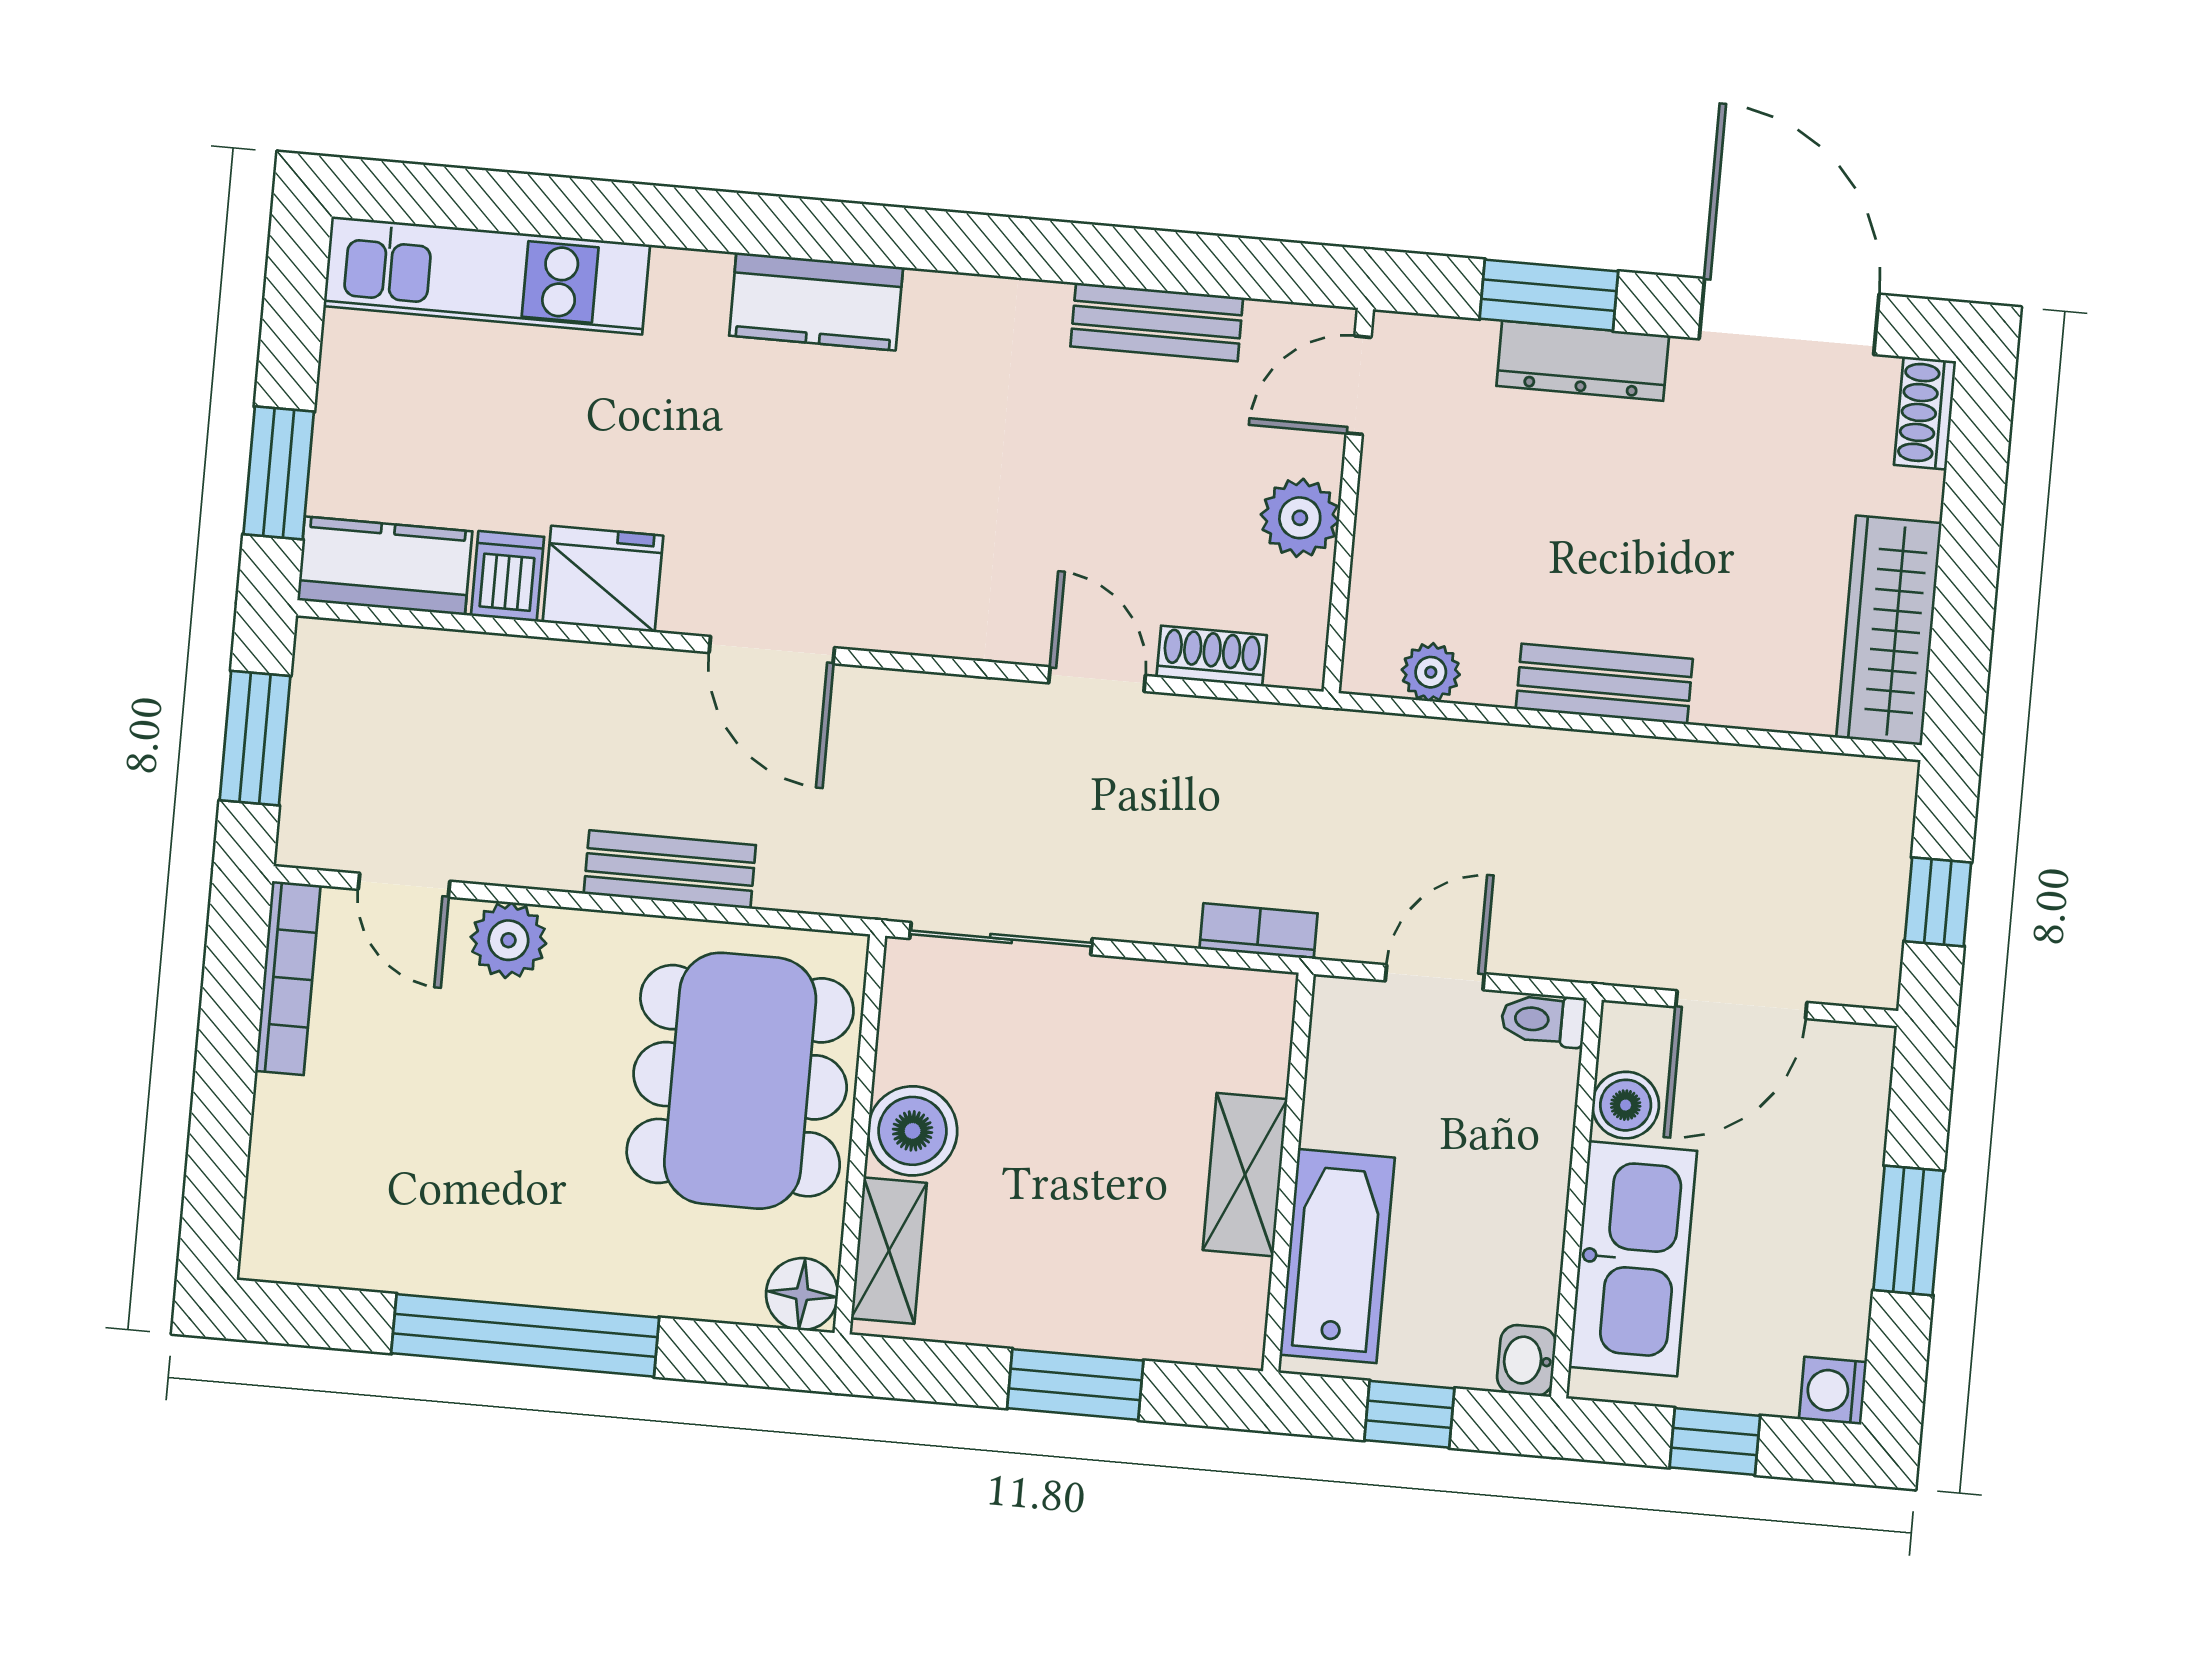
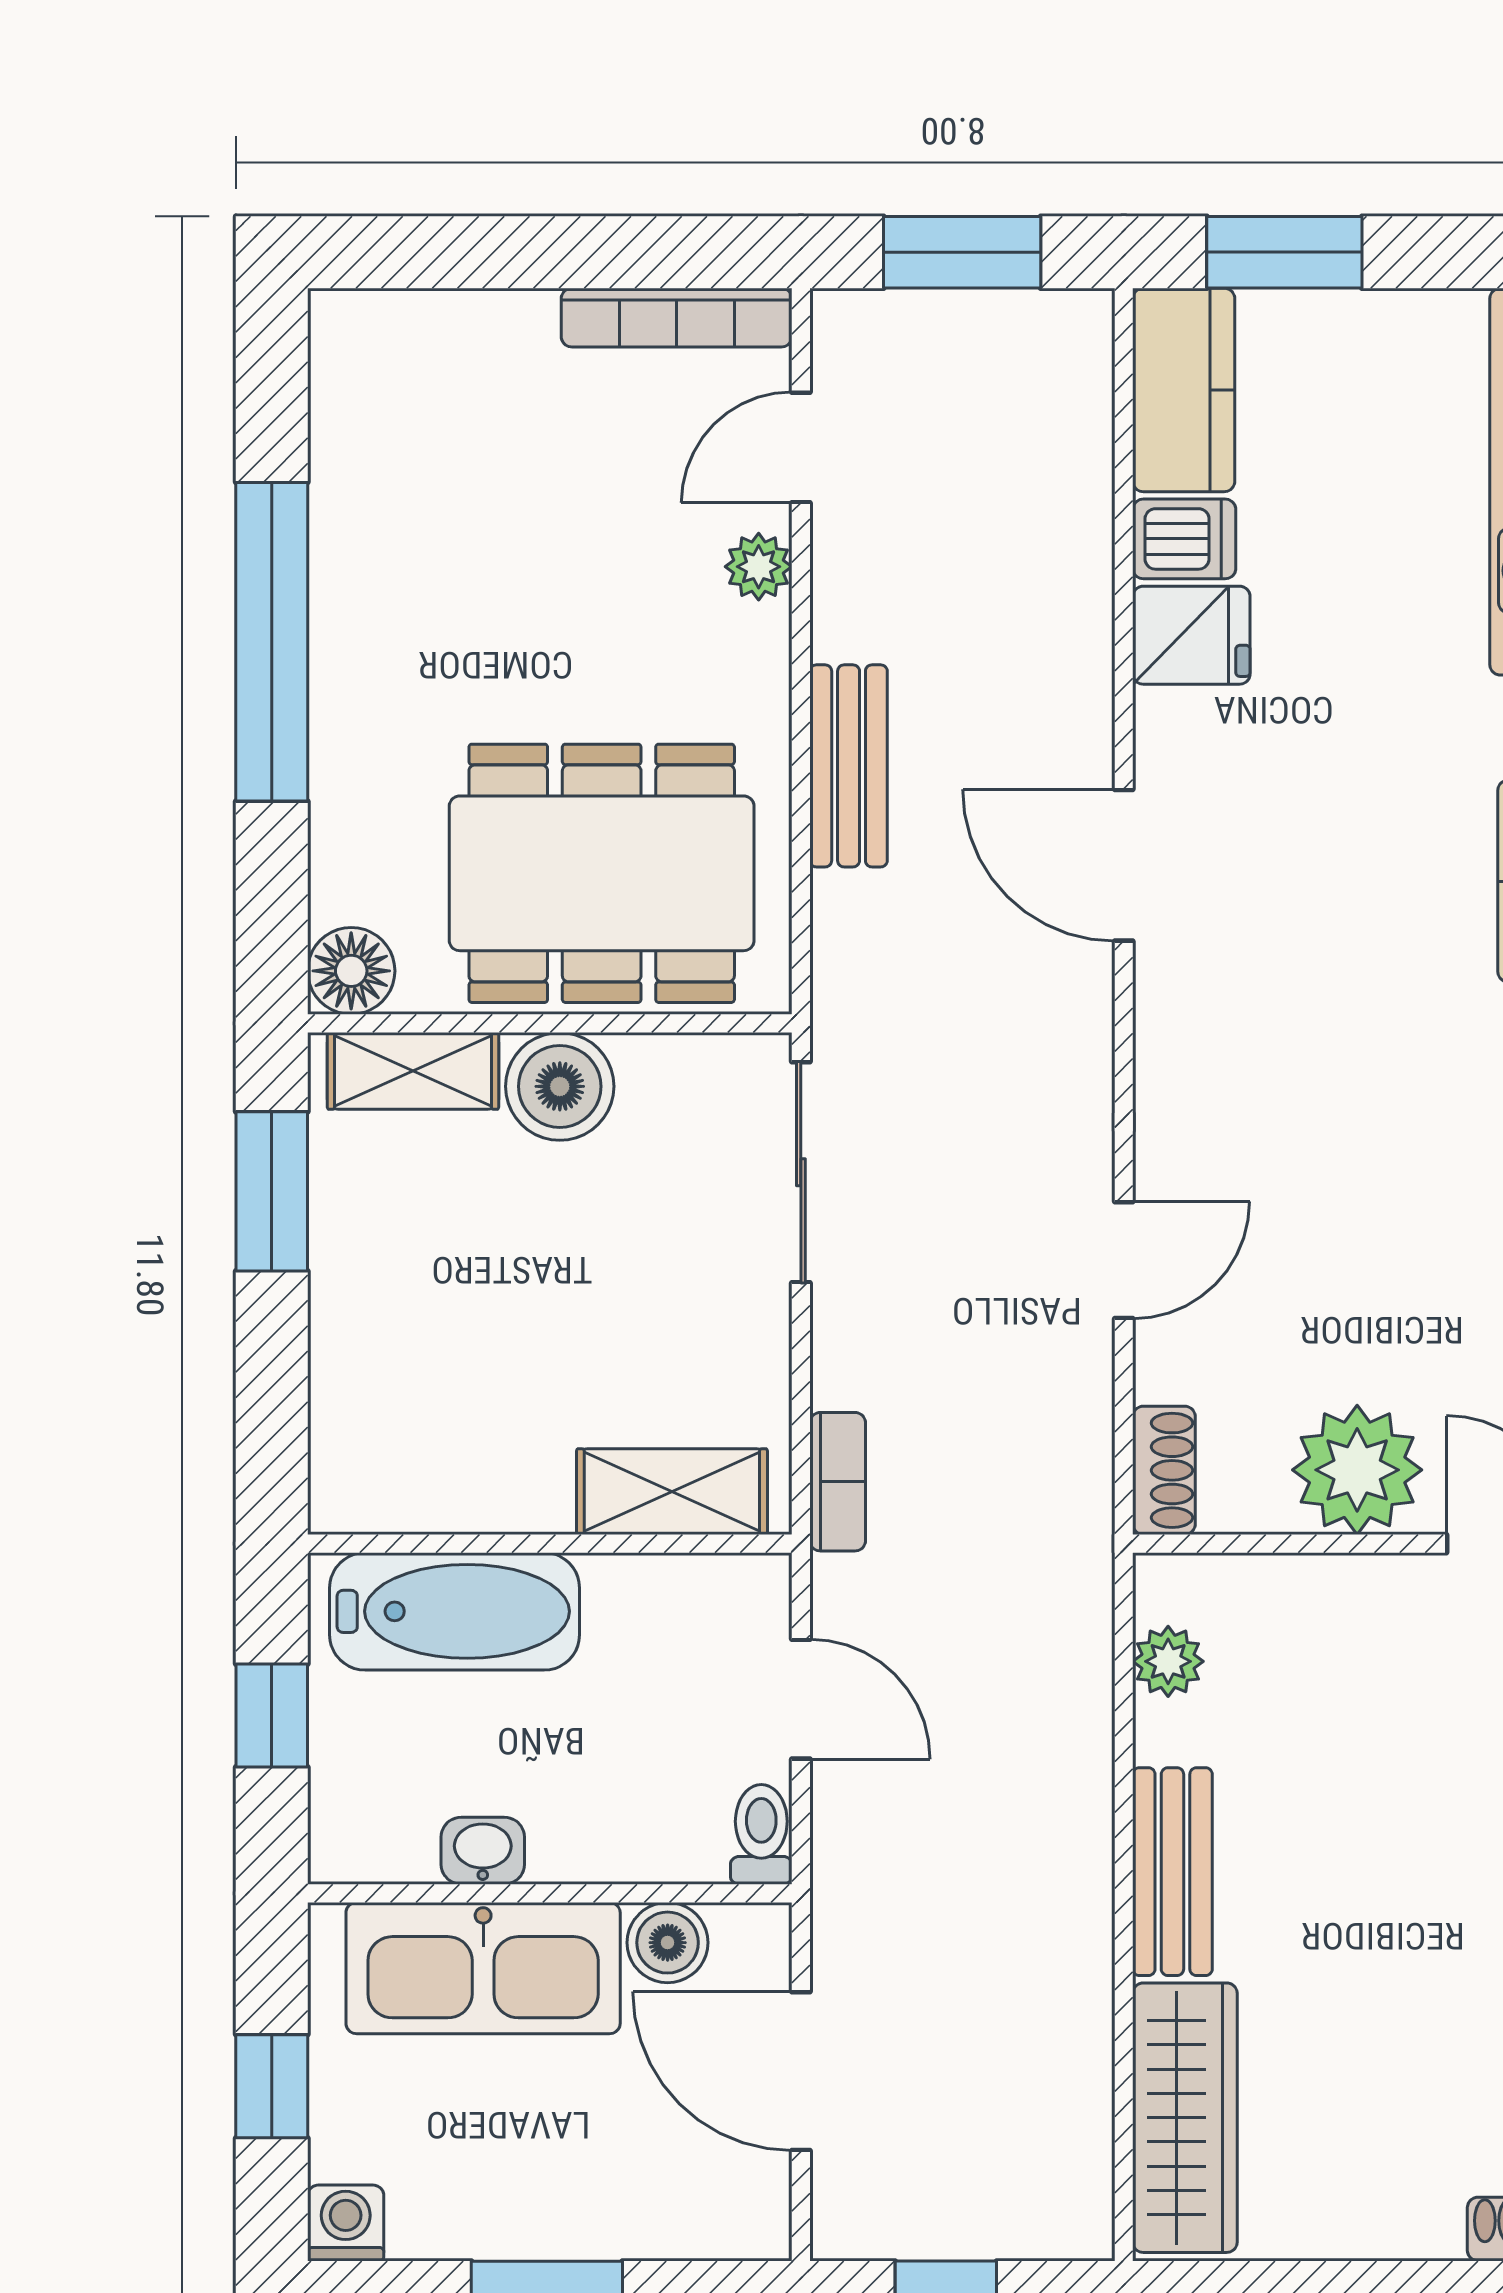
plant: (1300, 518) -> (1357, 1470), width x1.36, depth x1.36
fridge: (603, 579) -> (1191, 635), width x0.72
wardrobe: (1889, 630) -> (1185, 2118), moved, turned 90
door: (772, 650) -> (1124, 865), hinge flipped
shoe rack: (1212, 656) -> (1164, 1470), moved
plant: (508, 940) -> (759, 567), width x0.73, depth x0.73
shelving: (1245, 1175) -> (672, 1492), moved
washbasin: (1527, 1360) -> (483, 1851), moved
window: (1075, 1384) -> (272, 1191), moved

